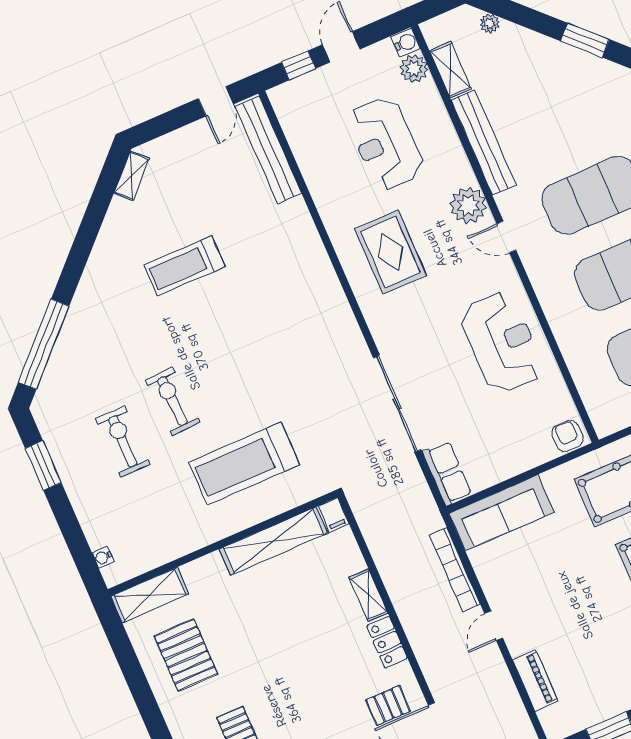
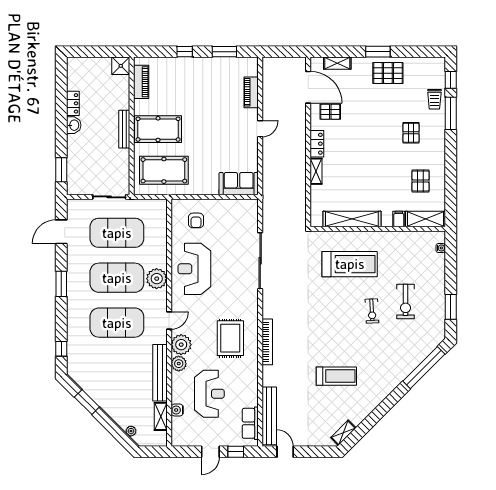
water cooler: (406, 43) -> (177, 410), moved
plant: (414, 69) -> (179, 364), moved
door: (216, 101) -> (285, 452), hinge flipped
door: (506, 237) -> (169, 321), hinge flipped
plant: (558, 298) -> (157, 279), added
exercise bike: (173, 401) -> (372, 311), width x0.73, depth x0.72
armchair: (567, 436) -> (196, 220), moved
row of seats: (447, 473) -> (250, 423), moved
sofa: (501, 513) -> (239, 184), width x0.73
filing cabinet: (333, 515) -> (399, 219), moved
bookcase: (455, 569) -> (267, 342), moved
pallet: (186, 655) -> (421, 181), width x0.67, depth x0.71

